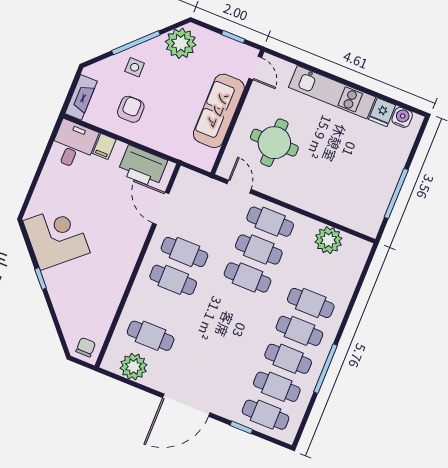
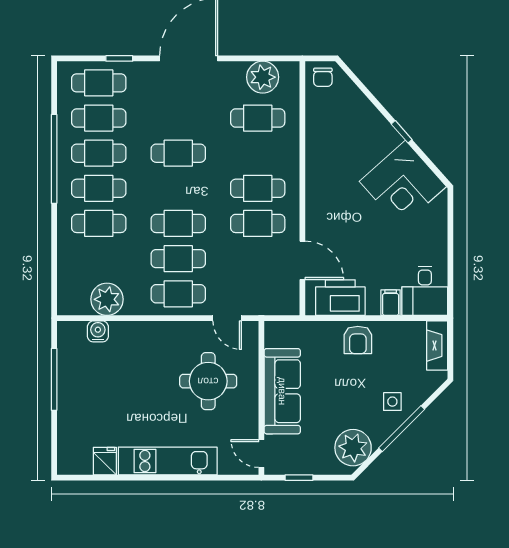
armchair: (131, 109) -> (358, 340), moved
water cooler: (402, 117) -> (98, 331), moved, turned 180
cafe table: (225, 333) -> (178, 153), added
window: (325, 369) -> (54, 159), width x1.46

